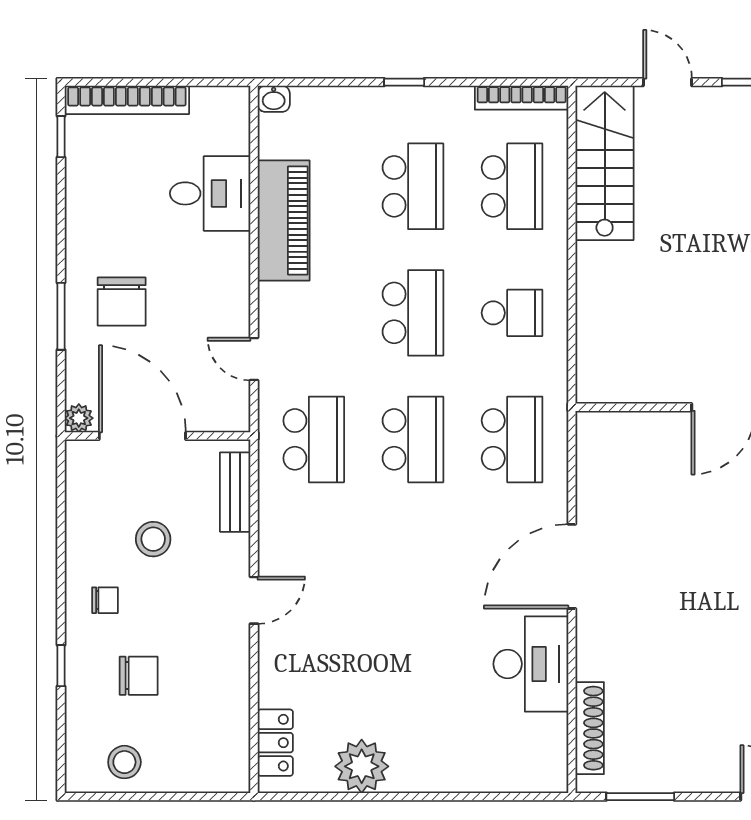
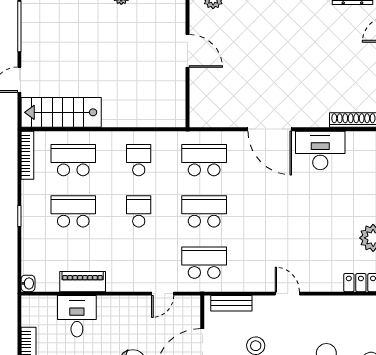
piano: (284, 220) -> (83, 282), width x0.73, depth x0.75
school desk: (413, 313) -> (139, 211), width x0.54

